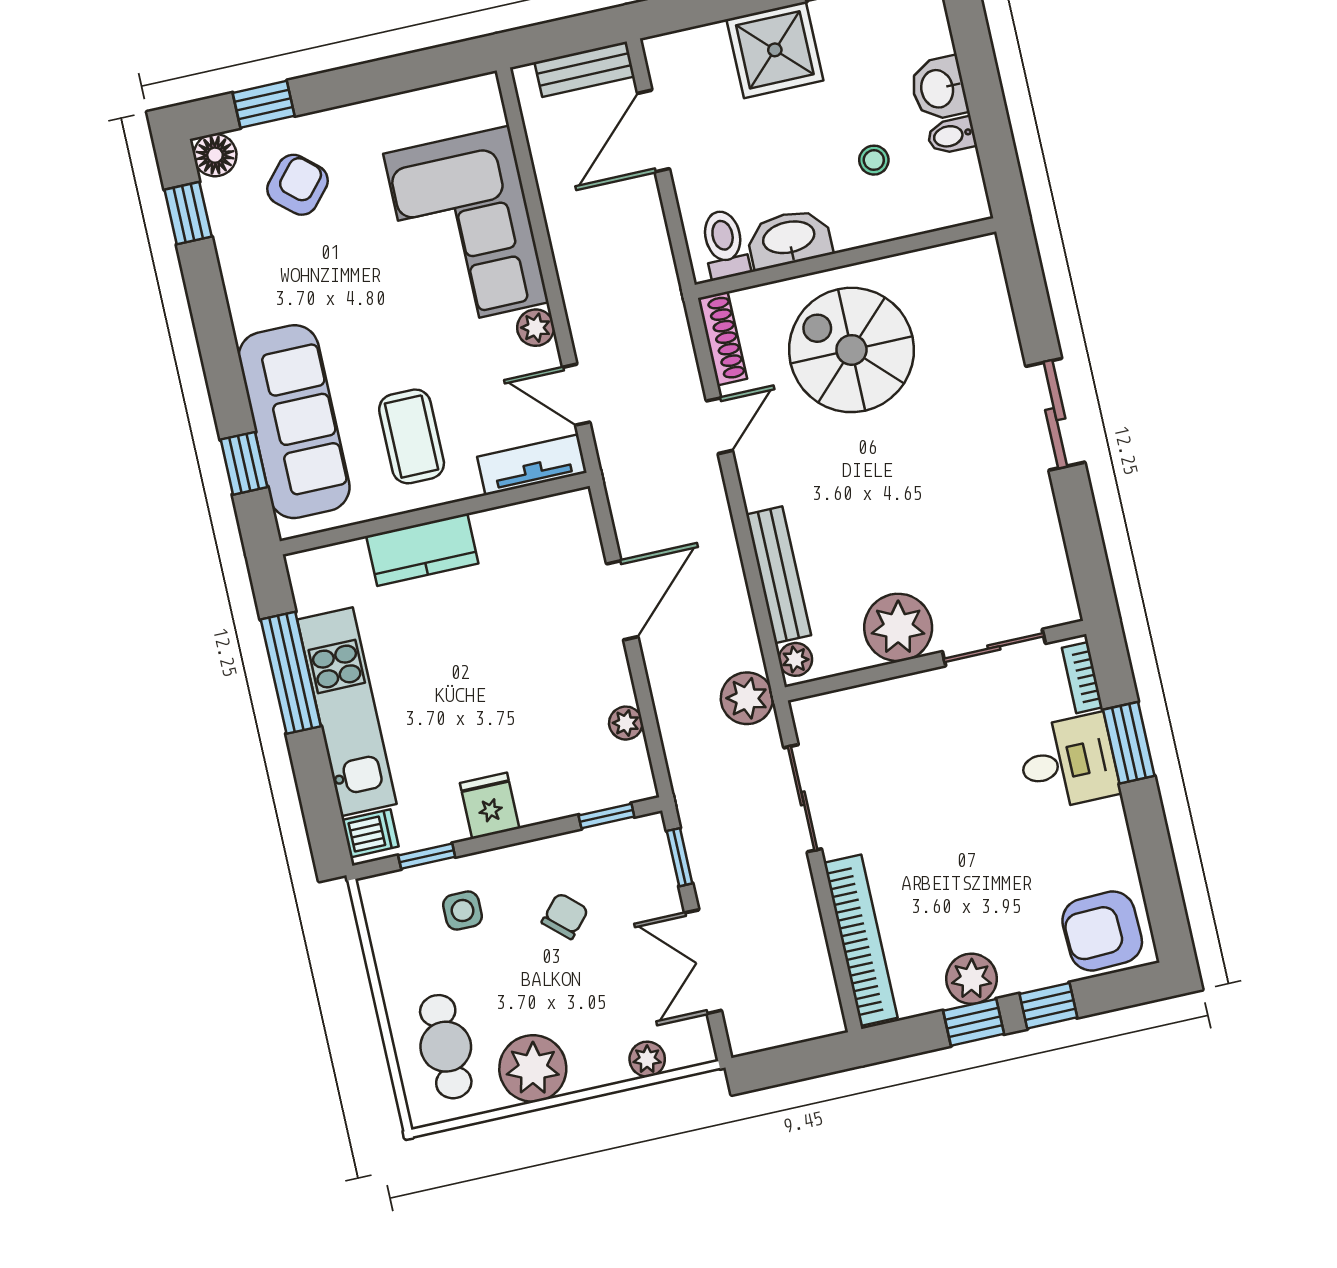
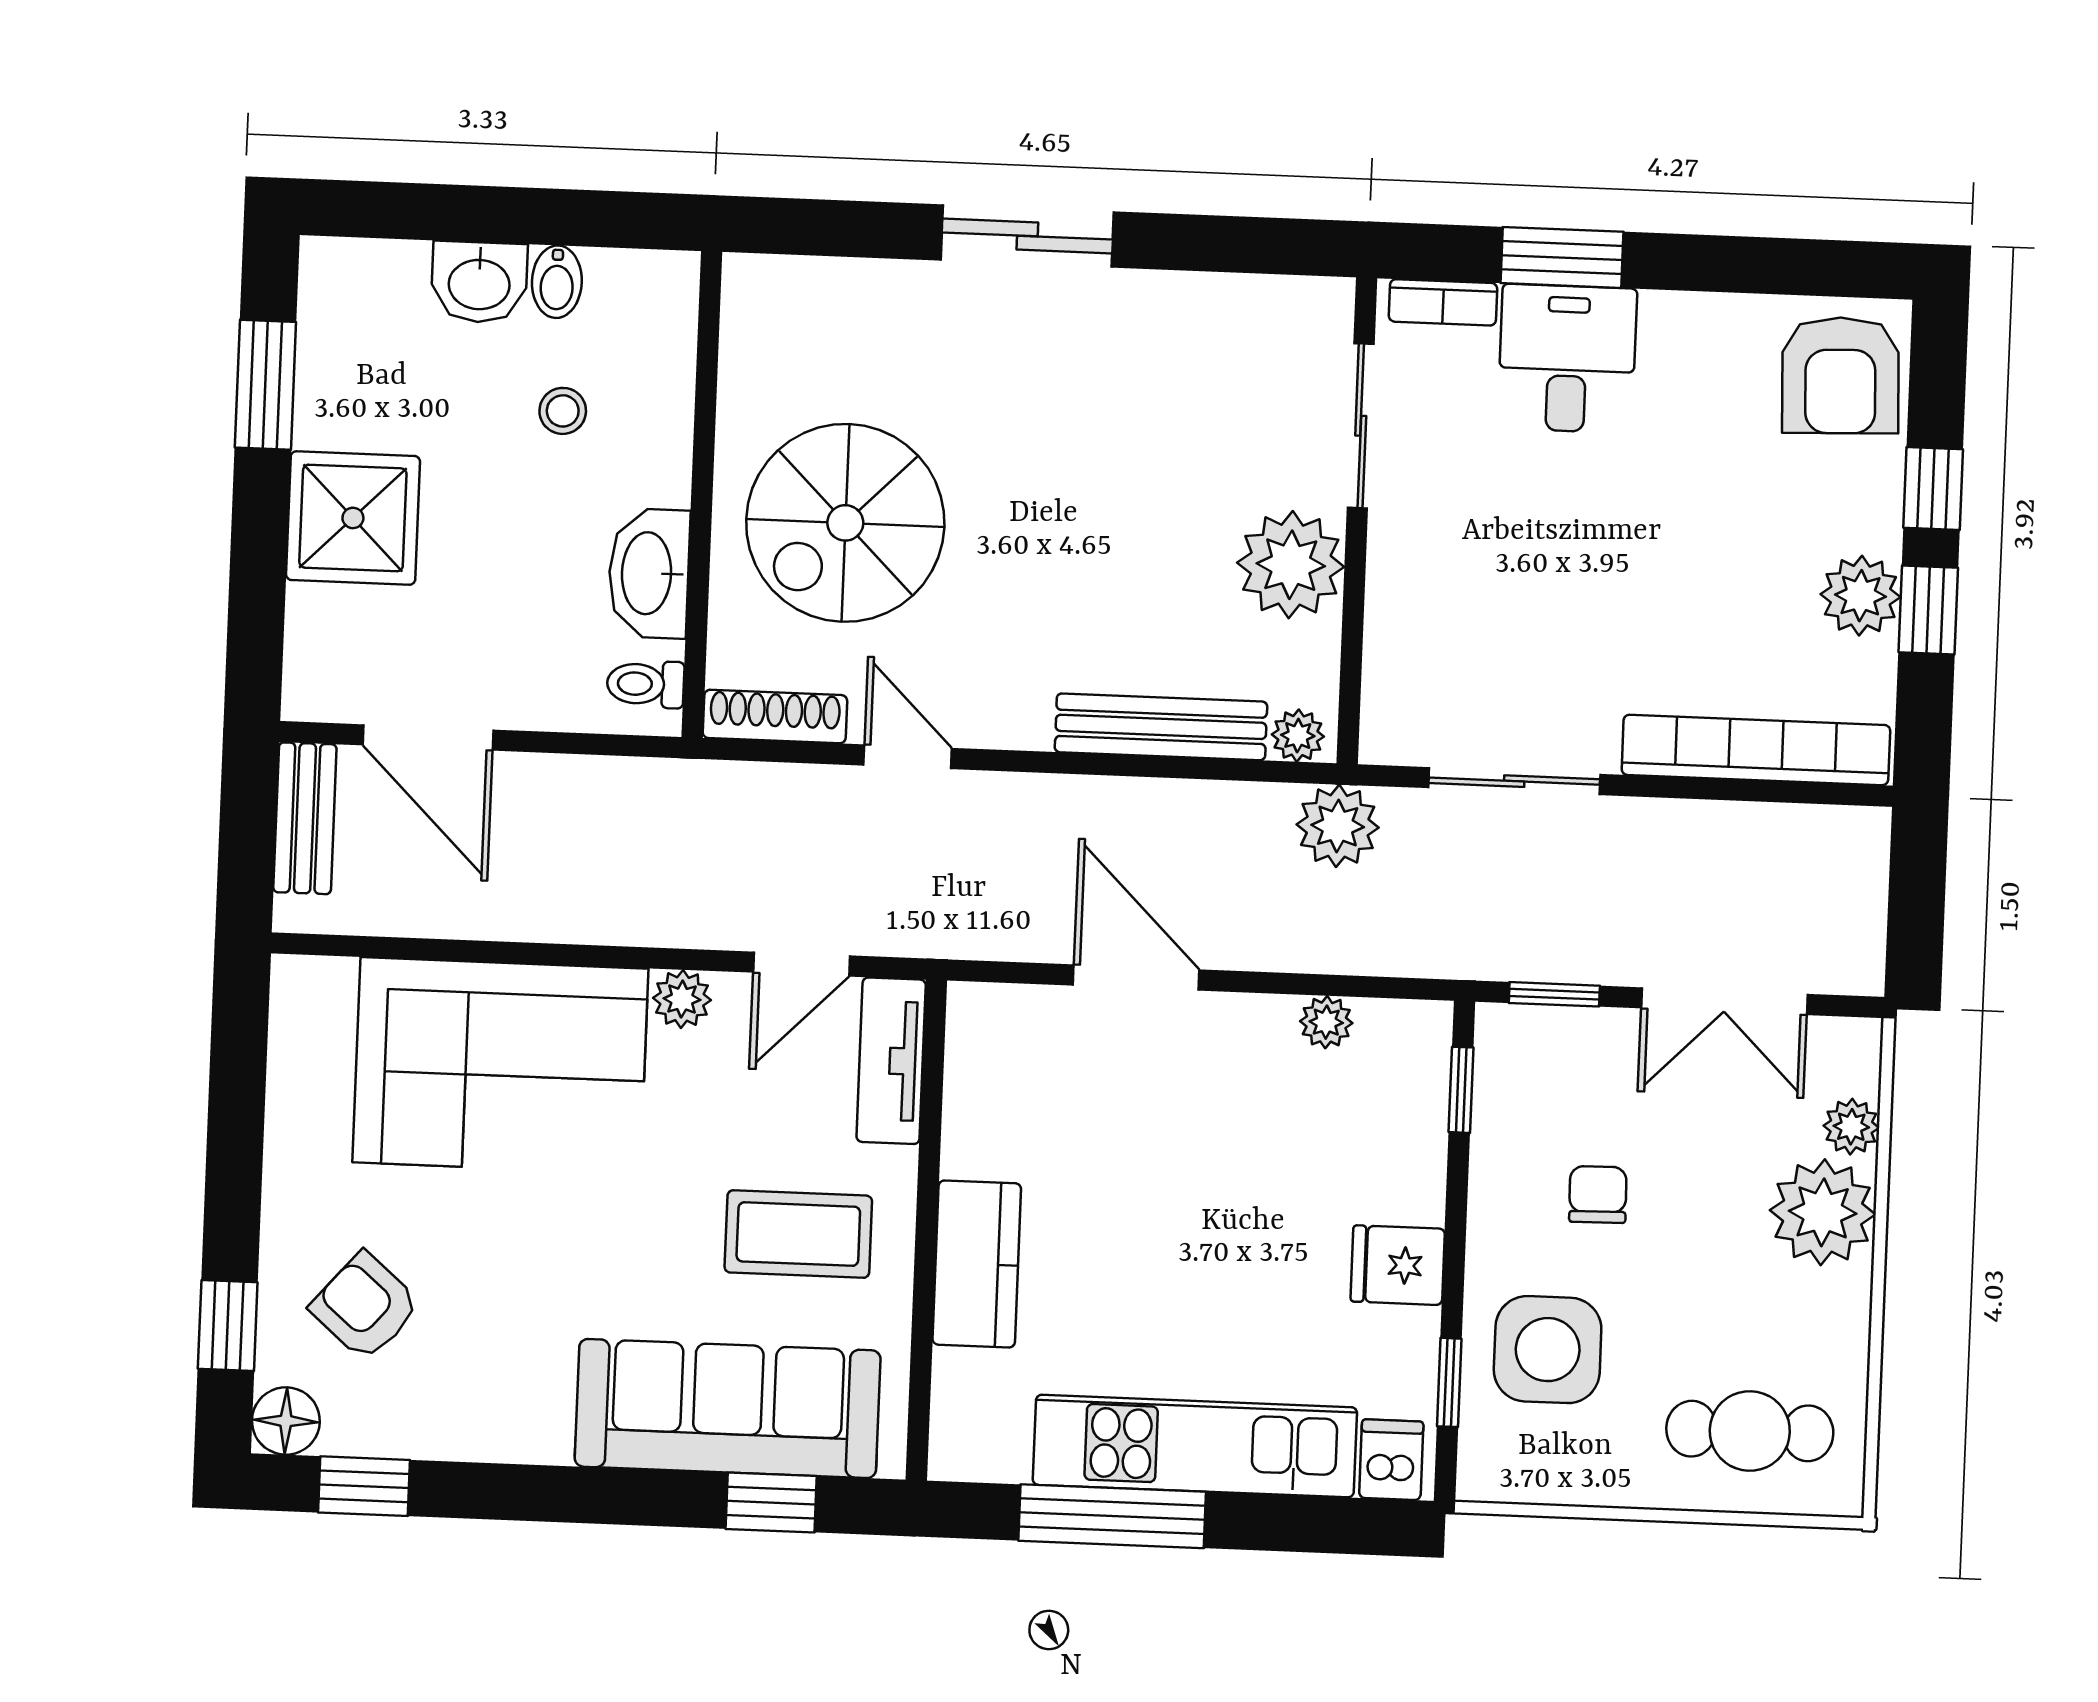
toilet: (725, 244) -> (646, 684), width x0.73, depth x0.72
side table: (463, 911) -> (1548, 1350), width x1.87, depth x1.87
chair: (565, 916) -> (1598, 1194), turned 47
plant: (533, 1068) -> (1823, 1212), moved

